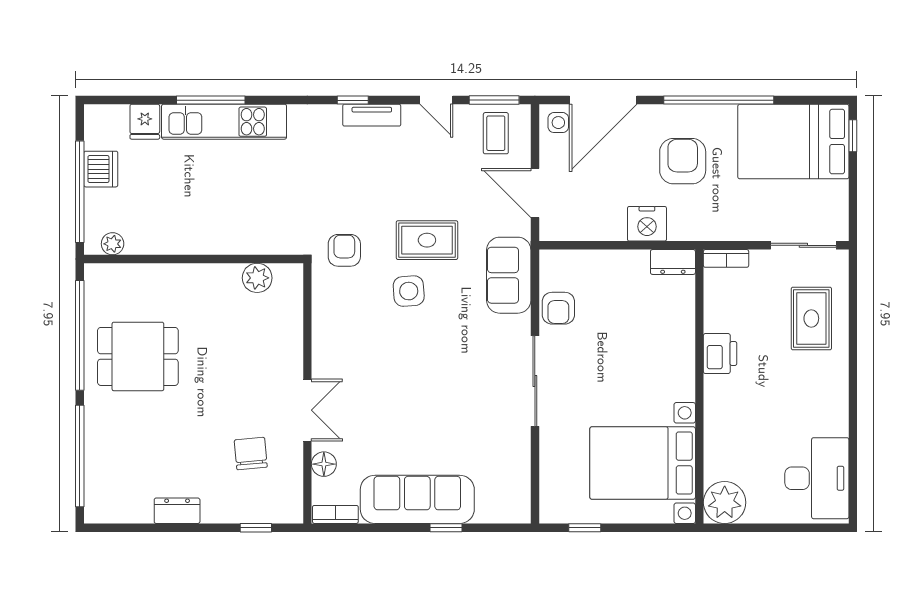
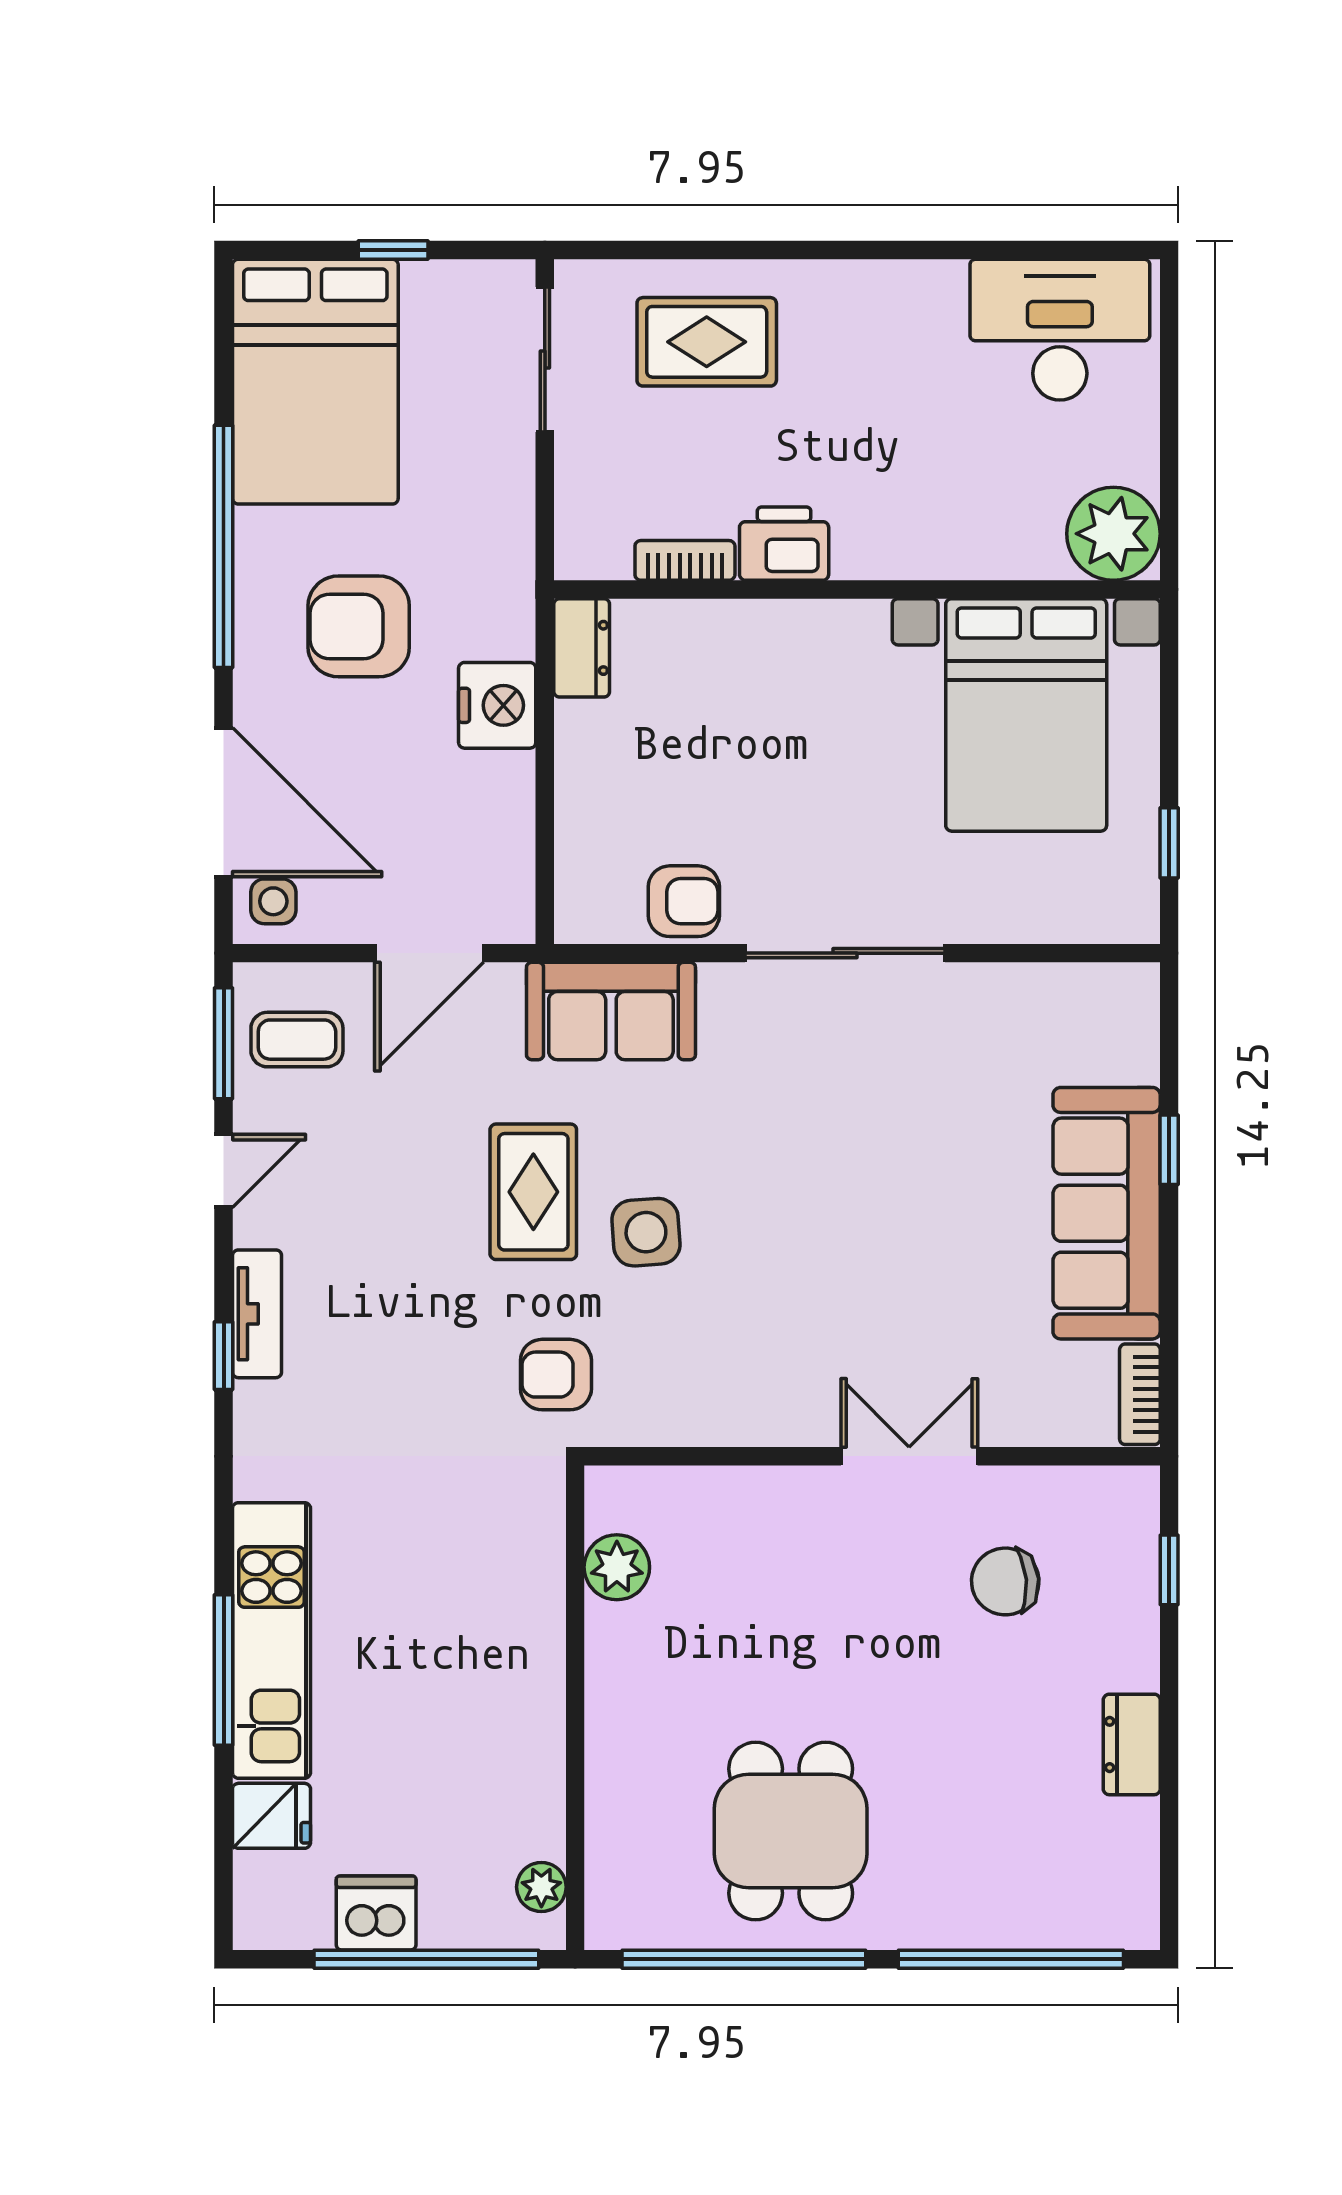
window: (853, 136) -> (393, 250), moved
bookcase: (726, 258) -> (685, 560), moved, turned -90
floor lamp: (324, 464) -> (1029, 1420), removed

